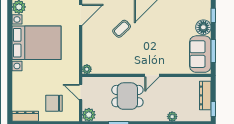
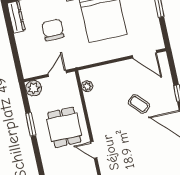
plant: (87, 69) -> (87, 86), moved
chair: (54, 103) -> (53, 30), moved

